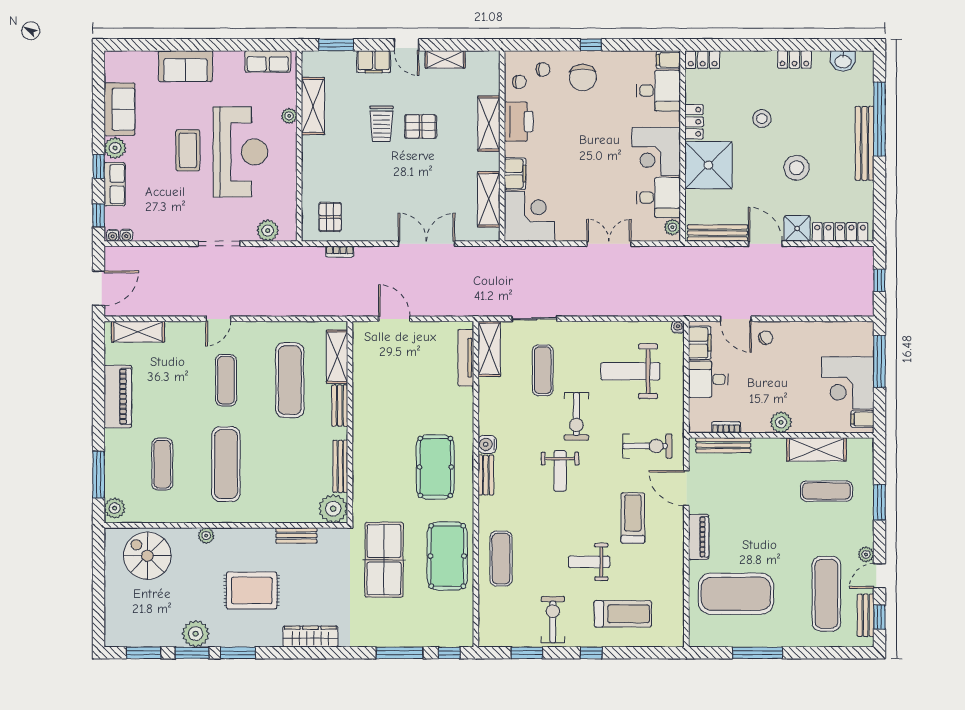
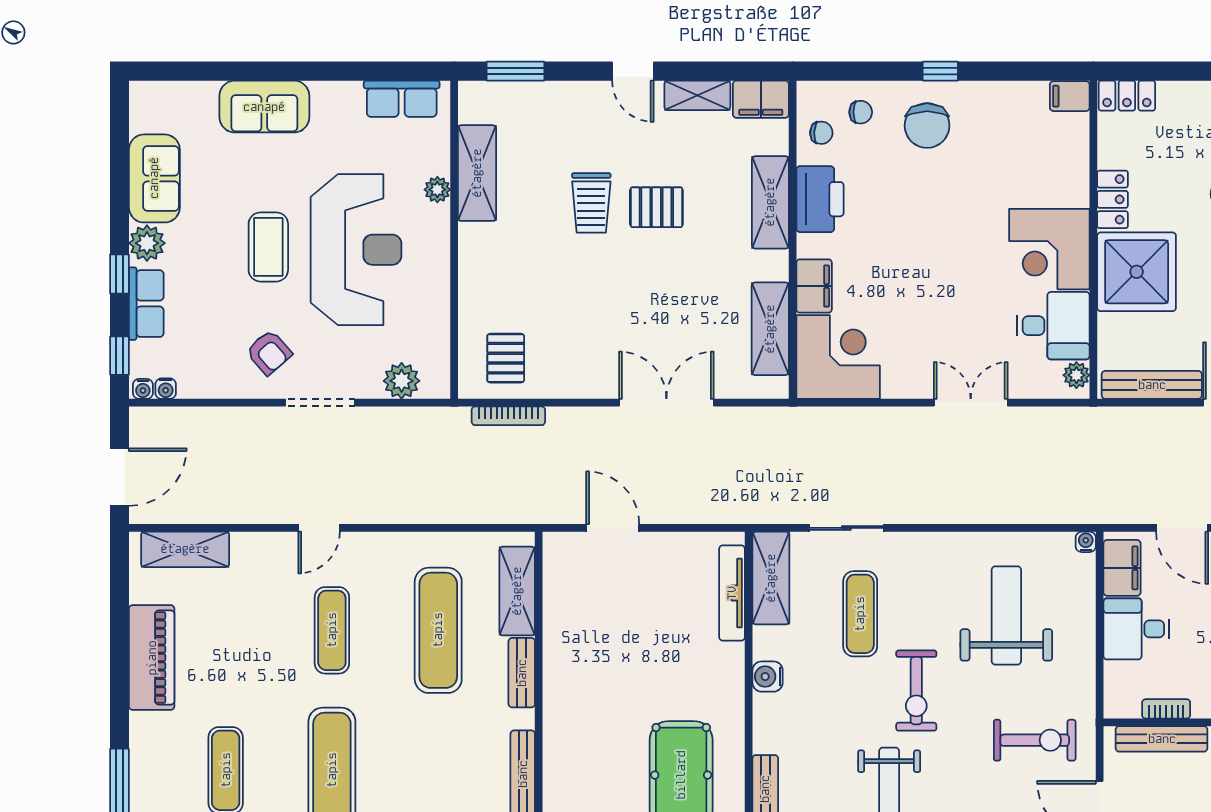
filing cabinet: (374, 62) -> (761, 99), moved
desk: (658, 91) -> (1053, 147), removed
armchair: (188, 214) -> (269, 352), added
bookcase: (340, 252) -> (508, 416), width x1.56
weight bench: (630, 371) -> (1006, 615), turned 90
water cooler: (487, 444) -> (768, 677), moved

